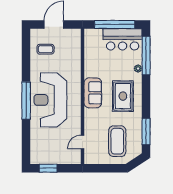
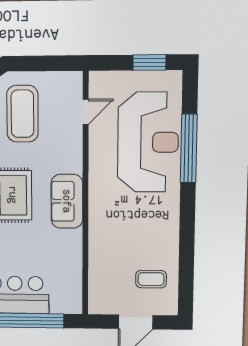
reception desk: (50, 100) -> (148, 142), moved
window: (26, 101) -> (189, 148), moved

